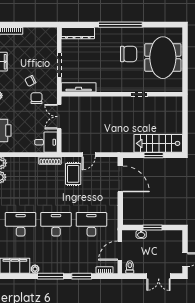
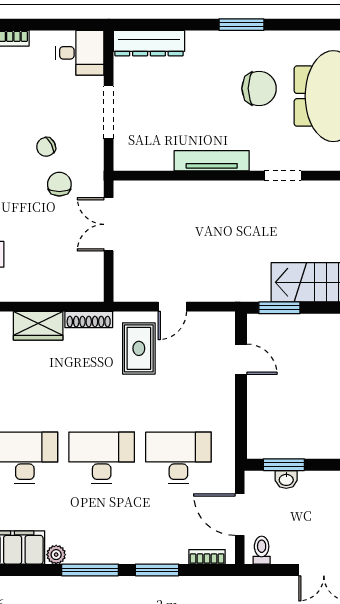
window: (120, 25) -> (241, 25), width x0.47
tv unit: (79, 87) -> (212, 161), moved
desk: (46, 142) -> (80, 53), moved
window: (154, 155) -> (279, 308), moved
wardrobe: (27, 163) -> (38, 326), added
door: (120, 179) -> (241, 359), width x0.53
window: (152, 228) -> (284, 465), moved
door: (120, 251) -> (240, 515), hinge flipped

